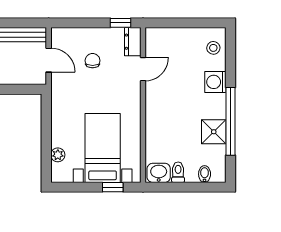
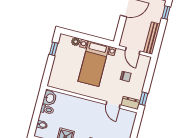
door: (49, 60) -> (133, 51), hinge flipped
bed with nightstands: (103, 148) -> (94, 64), moved, turned 90
window: (113, 187) -> (54, 49), moved

